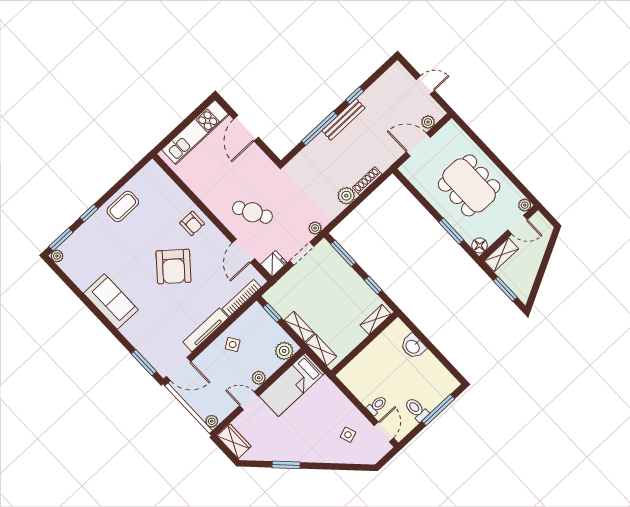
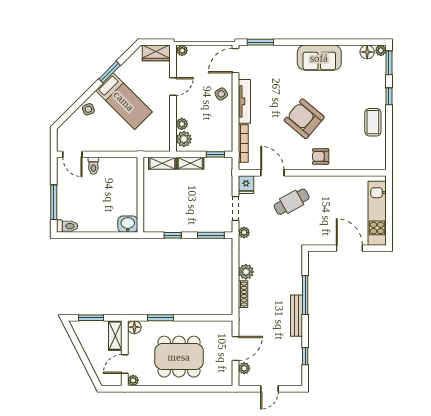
window: (355, 96) -> (305, 356), moved
floor lamp: (69, 266) -> (367, 52), added
shelving: (376, 320) -> (149, 216), removed
side table: (233, 345) -> (221, 94), moved
washbasin: (413, 346) -> (128, 224), moved
plant: (259, 378) -> (182, 124), moved
bed: (292, 385) -> (124, 101), moved, turned 135
toilet: (417, 410) -> (67, 226), moved
side table: (348, 435) -> (88, 109), moved

